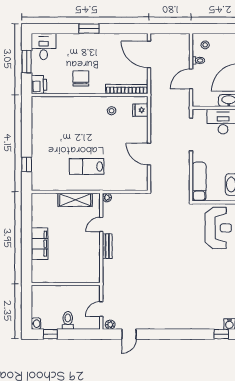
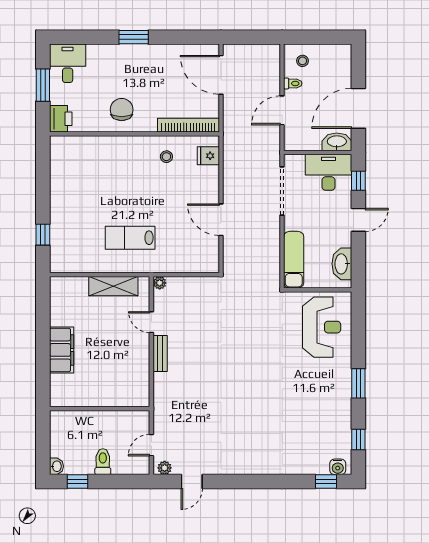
door: (101, 225) -> (151, 322), hinge flipped

